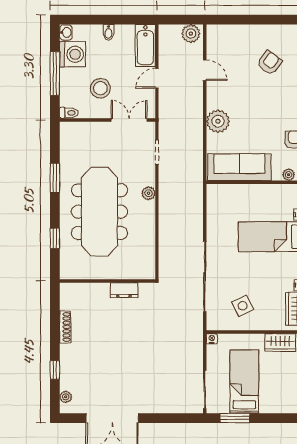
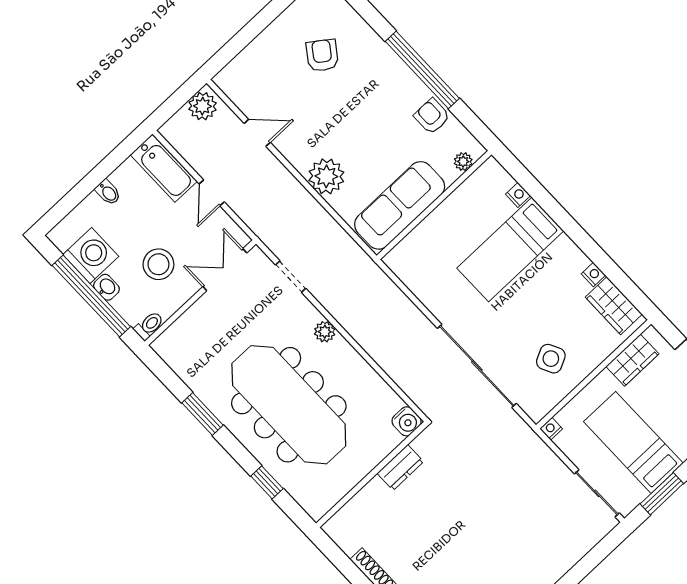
washbasin: (66, 32) -> (106, 287), moved
window: (55, 73) -> (91, 296), width x1.46
water cooler: (147, 271) -> (407, 421), added

